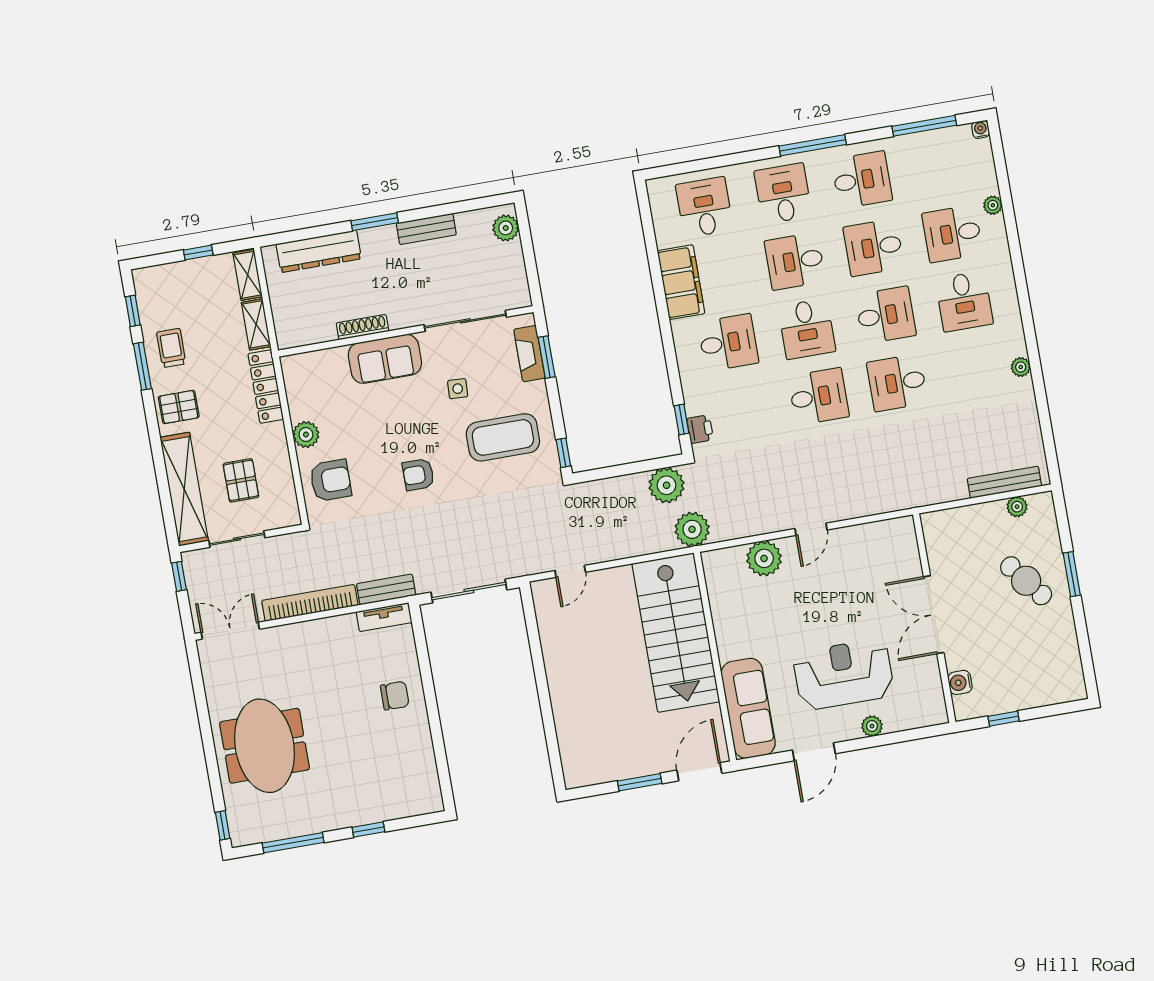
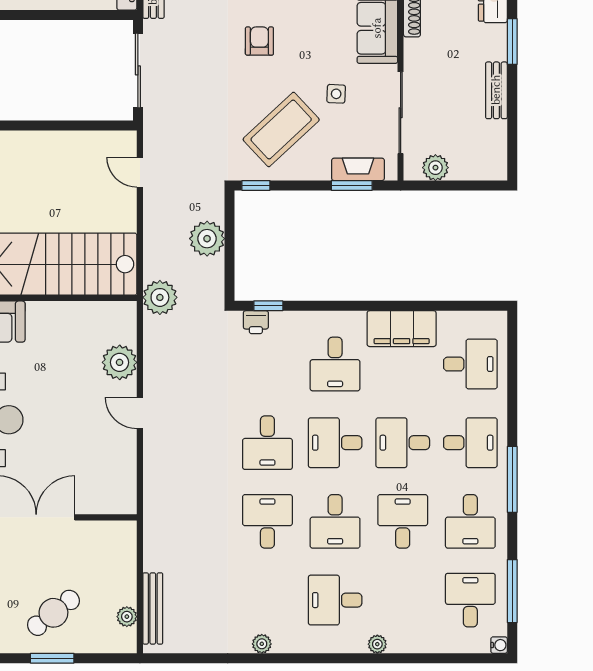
plant: (993, 205) -> (377, 644), moved
plant: (506, 228) -> (435, 168), moved
desk: (952, 234) -> (470, 600), moved
desk: (795, 261) -> (403, 443), turned -90
coffee table: (503, 437) -> (281, 129), turned 47
plant: (667, 485) -> (207, 239), moved

